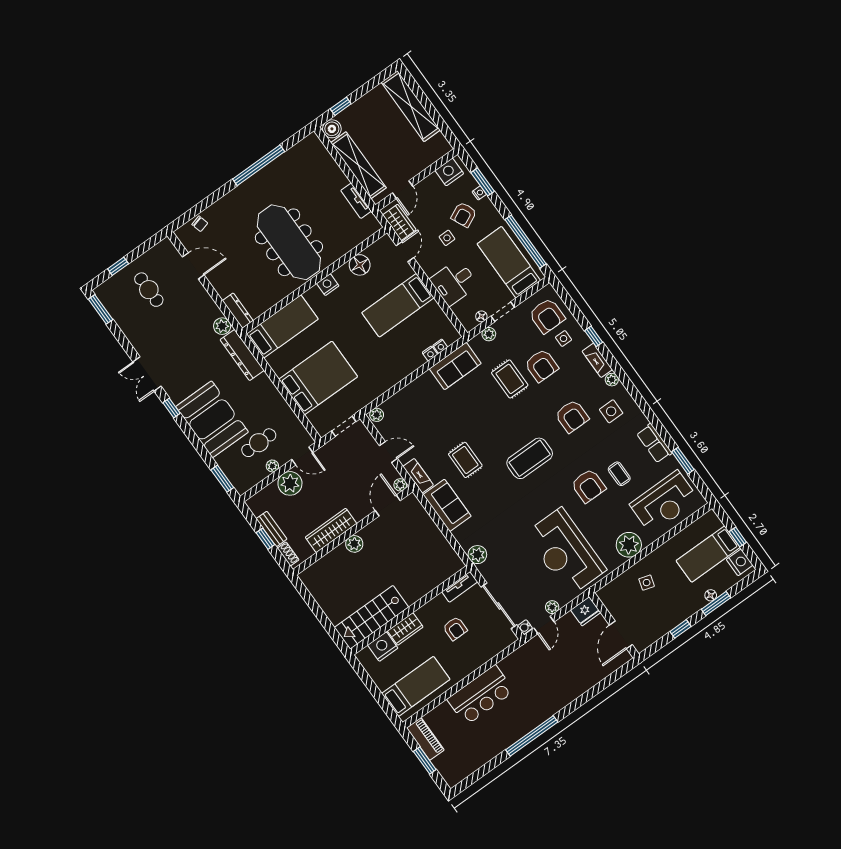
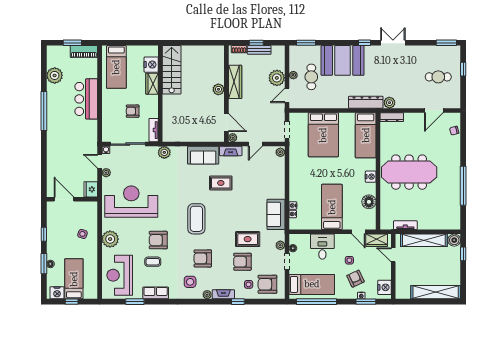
plant: (480, 754) -> (55, 75), added

